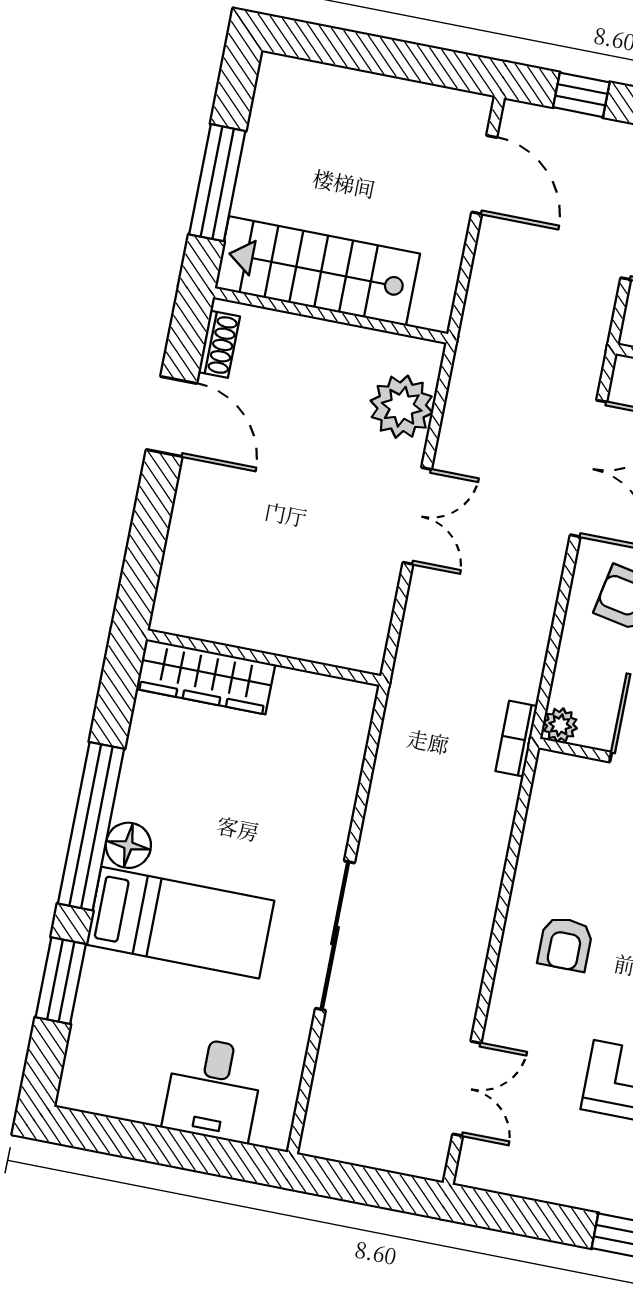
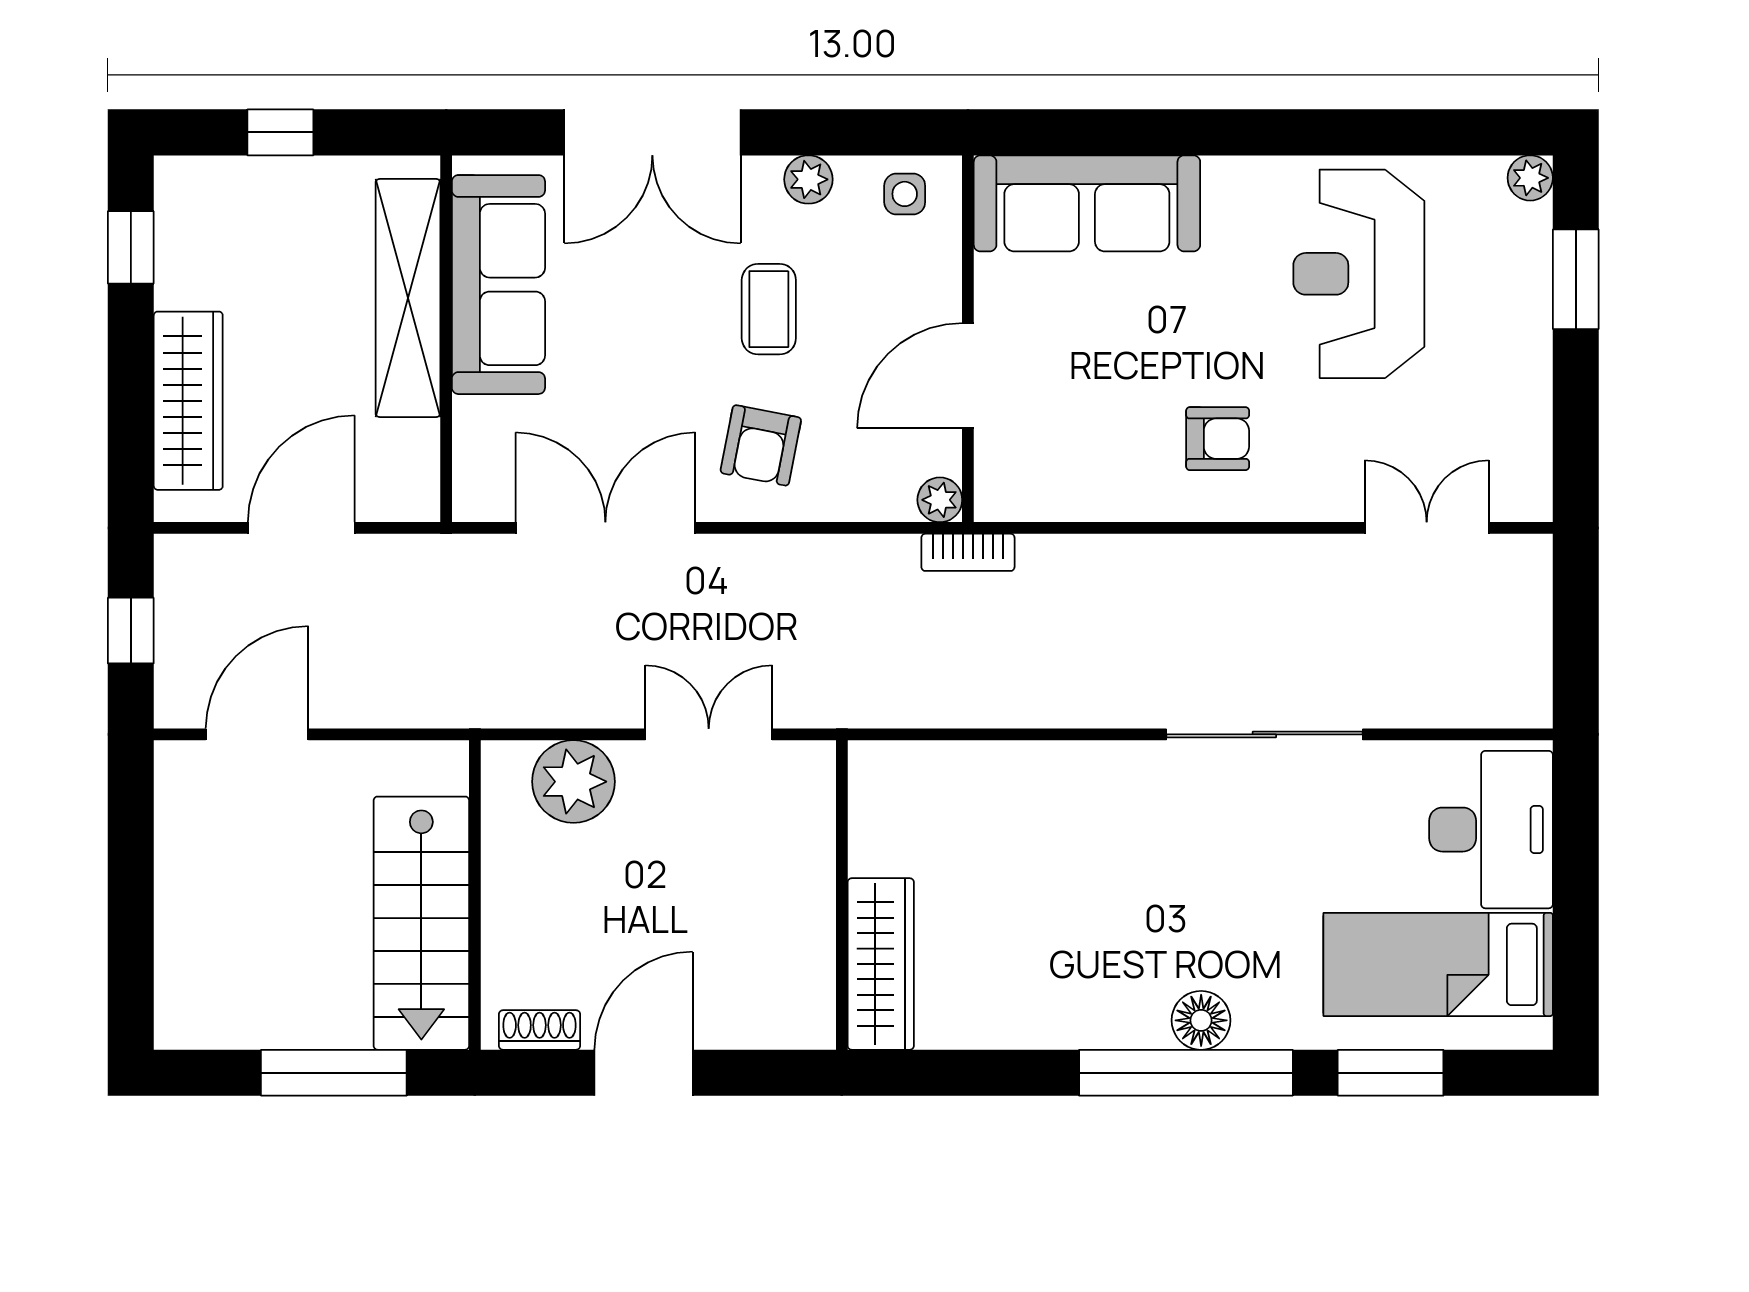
wall: (264, 658) -> (842, 895), moved
wardrobe: (206, 677) -> (881, 964), moved
bed: (180, 923) -> (1438, 964), moved, turned -90
desk: (213, 1089) -> (1491, 830), width x1.37

